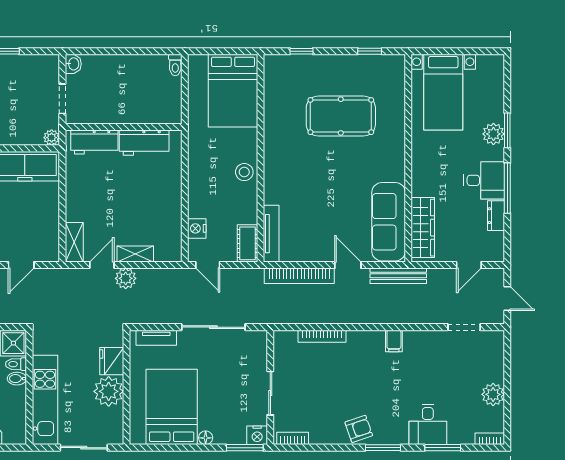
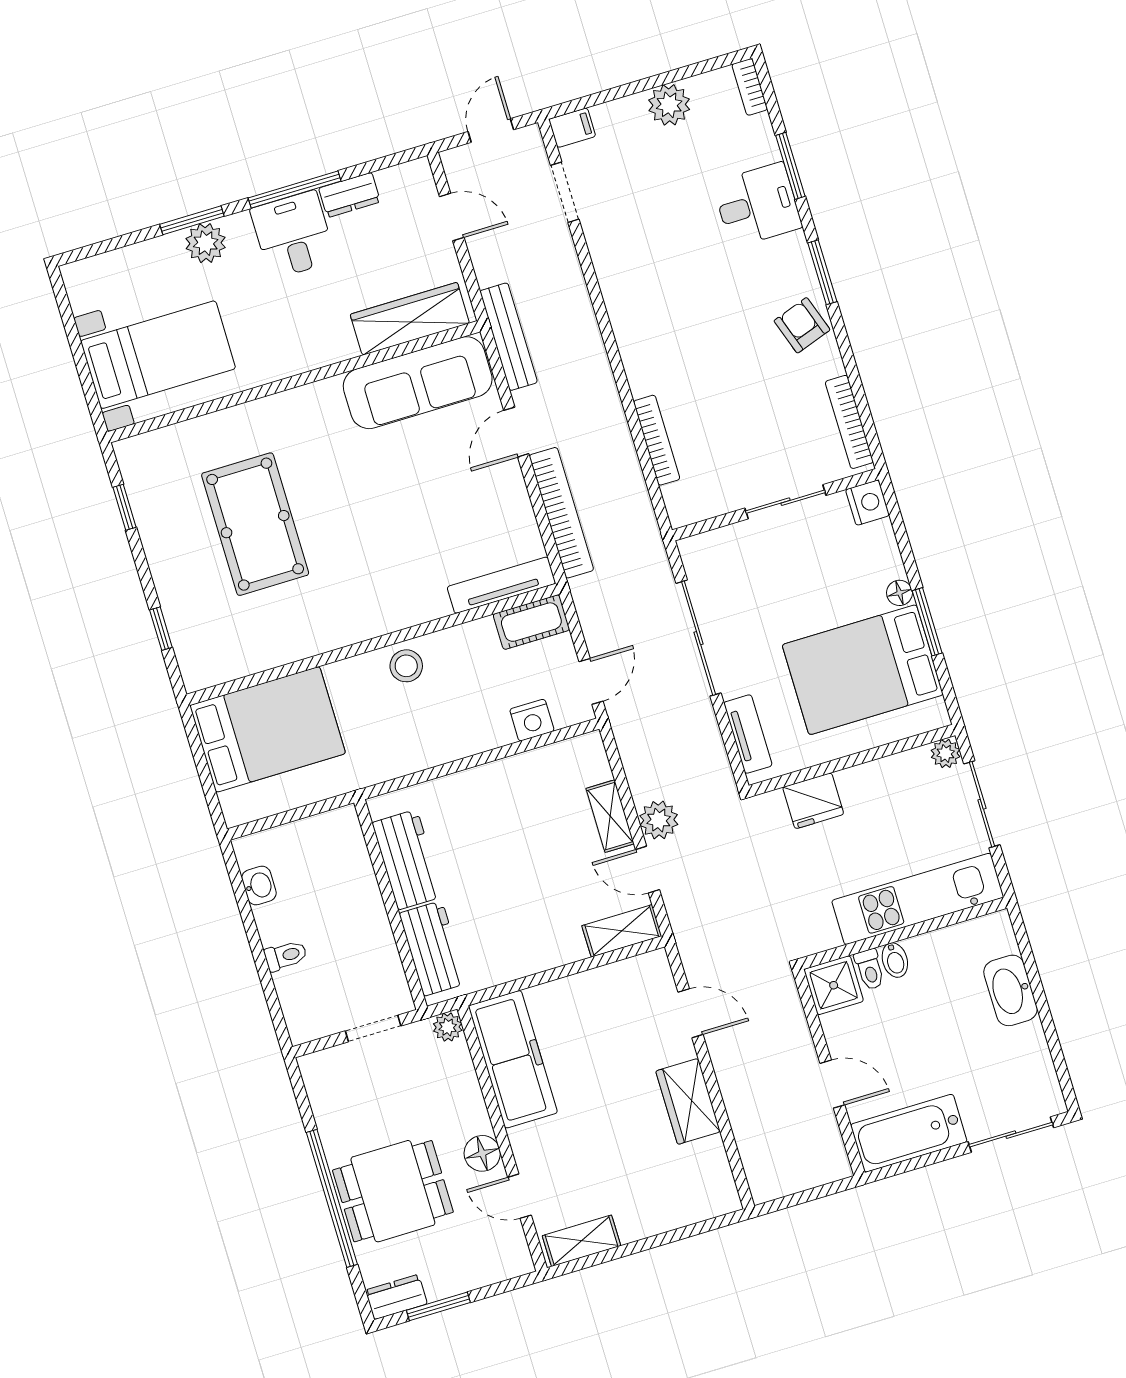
washbasin: (73, 64) -> (259, 886), moved, turned 90
toilet: (175, 65) -> (286, 956), moved
filing cabinet: (394, 341) -> (572, 128), moved
plant: (109, 391) -> (946, 753), moved, width x0.53, depth x0.53
bookcase: (293, 438) -> (849, 422), width x1.56
window: (245, 448) -> (927, 622), moved

